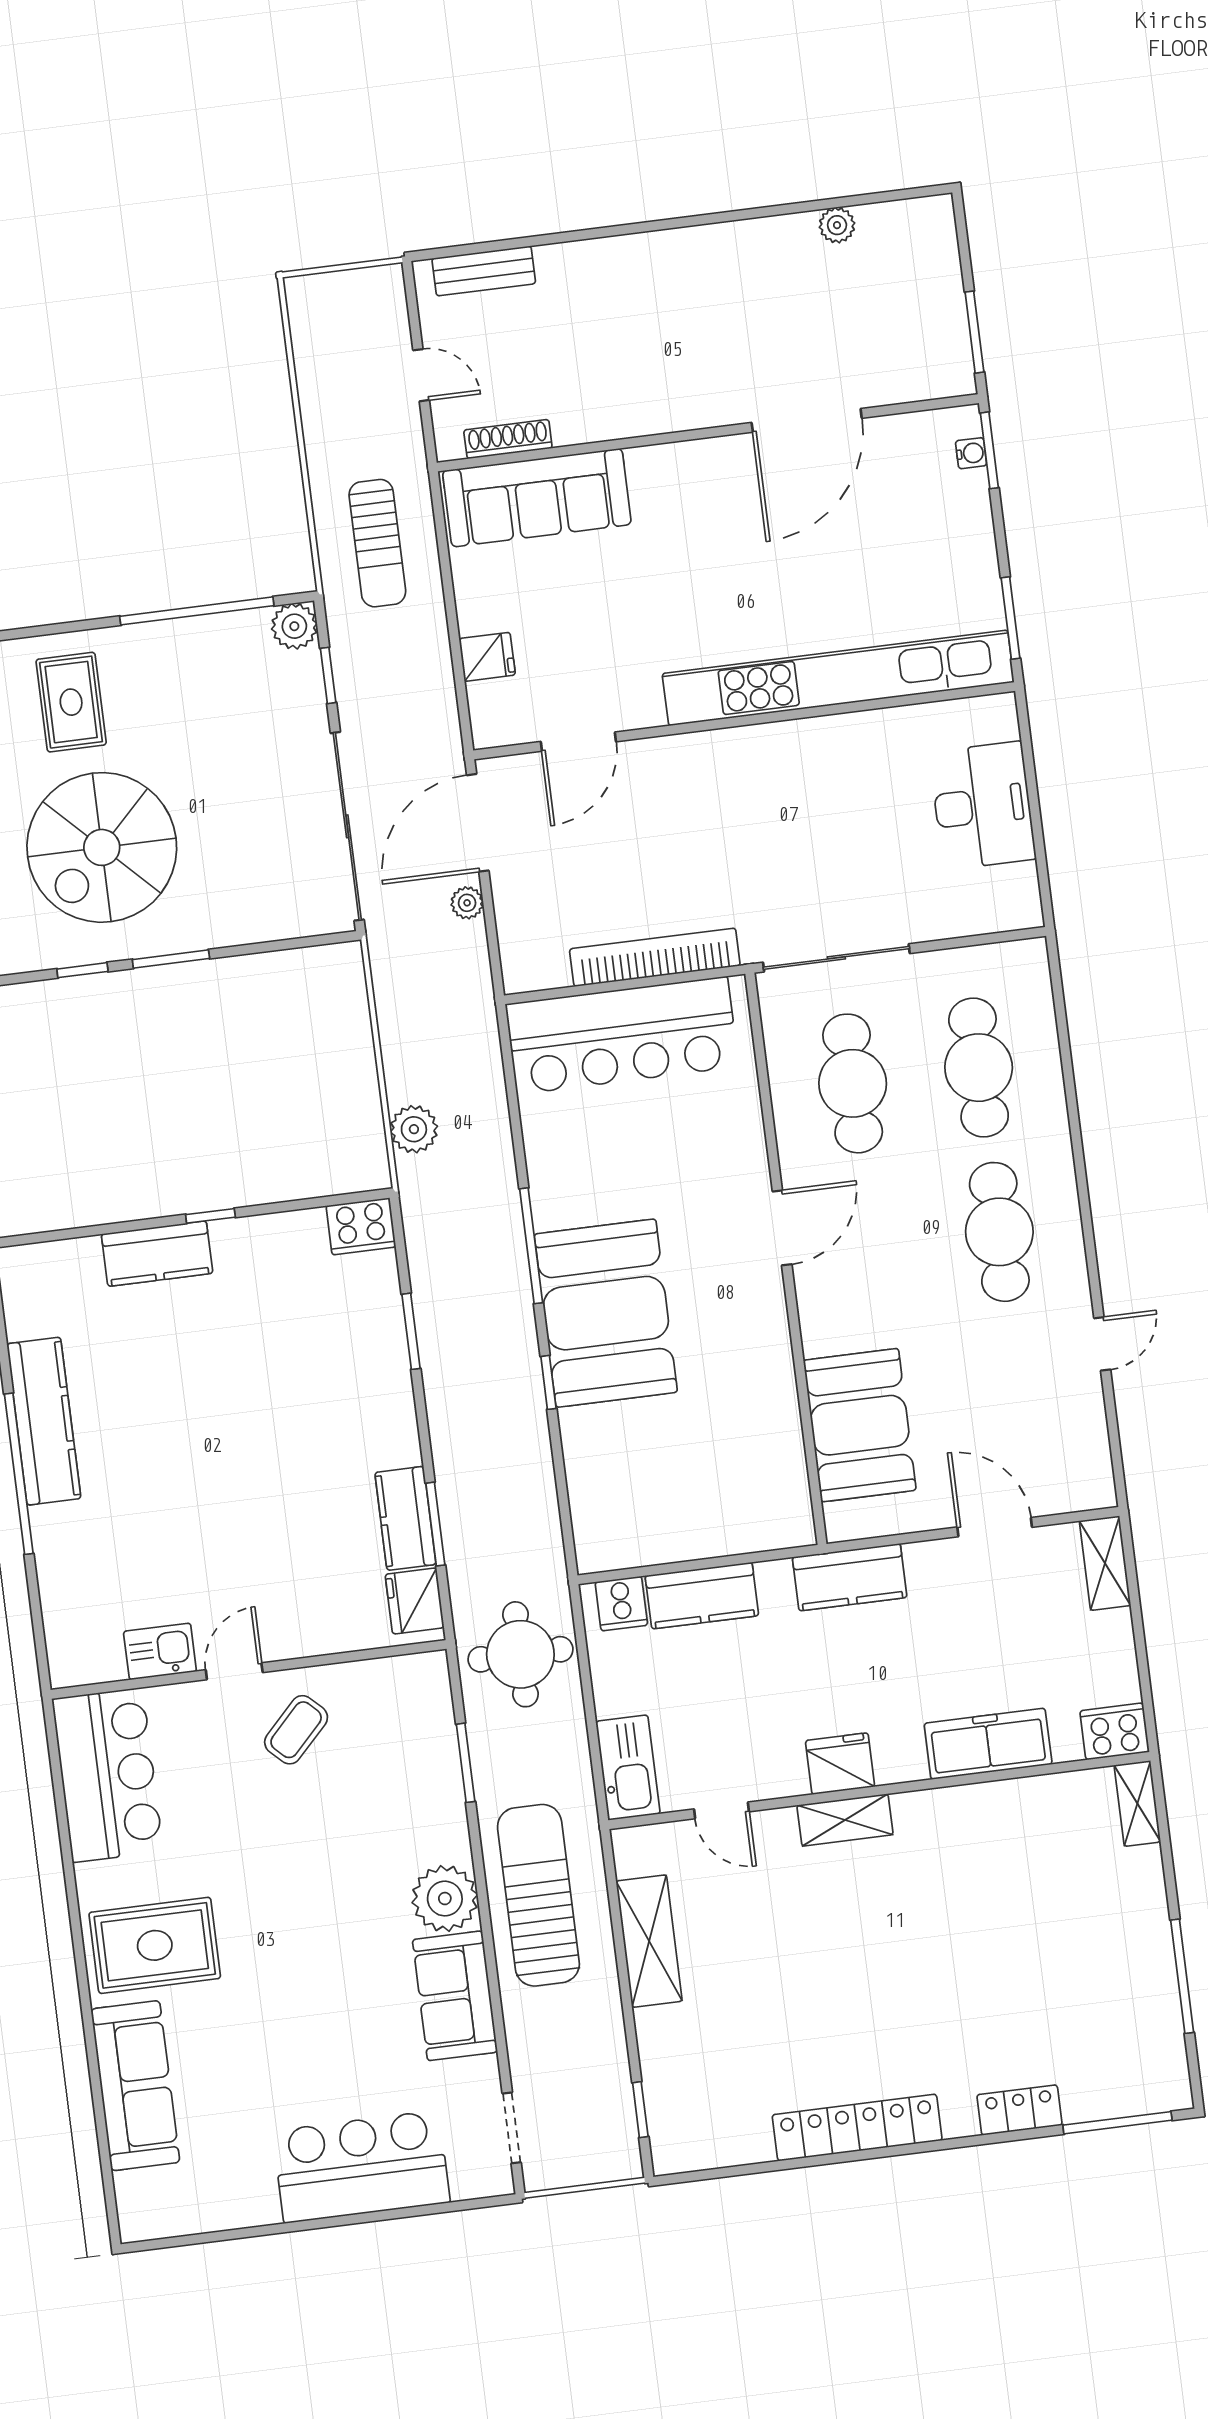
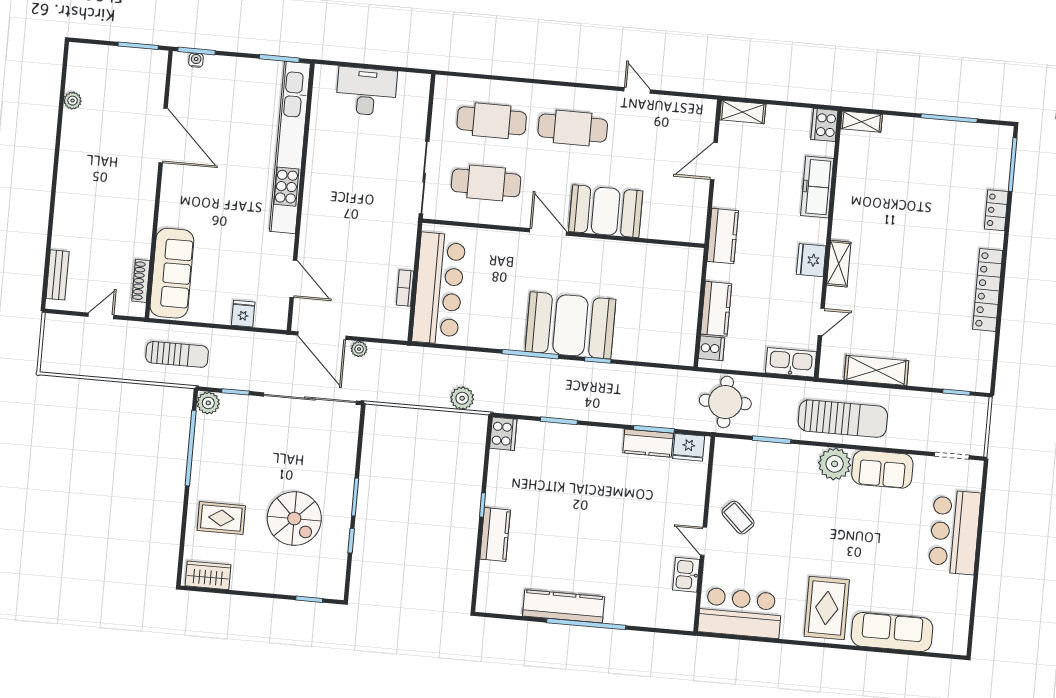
spiral stairs: (102, 847) -> (294, 519), width x0.73, depth x0.73
bookcase: (655, 957) -> (405, 288), width x0.43, depth x0.76
booth: (860, 1425) -> (606, 211), moved
sun lounger: (538, 1895) -> (843, 419), turned 180

